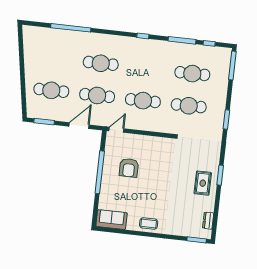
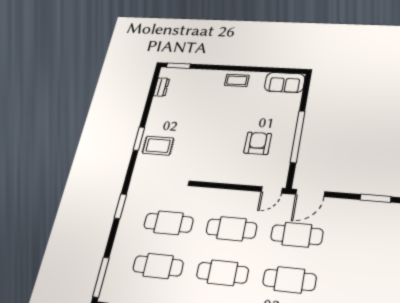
cafe table: (51, 90) -> (223, 273), moved
door: (79, 126) -> (310, 193), moved
rug: (203, 183) -> (158, 146), moved, turned 90

